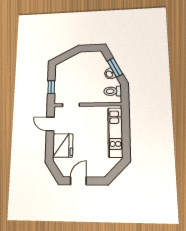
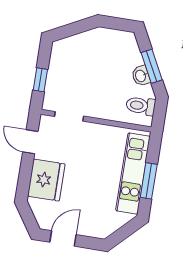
window: (126, 135) -> (149, 181), added

